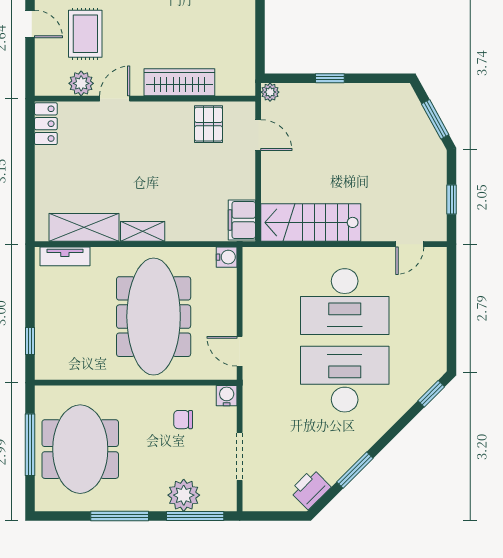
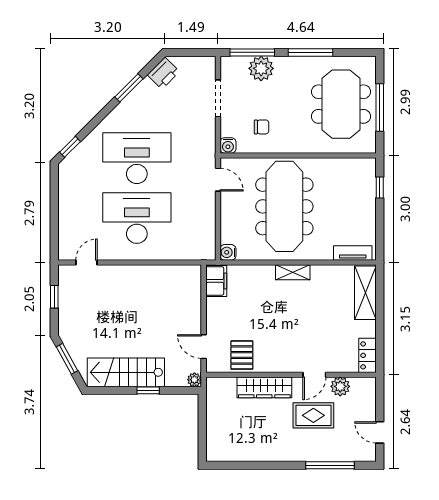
rug: (85, 34) -> (313, 415), moved, turned 90
stairs: (311, 222) -> (126, 372), moved, turned 180
shelving: (84, 227) -> (365, 293), moved, turned 90
desk: (345, 379) -> (137, 158), turned 180

